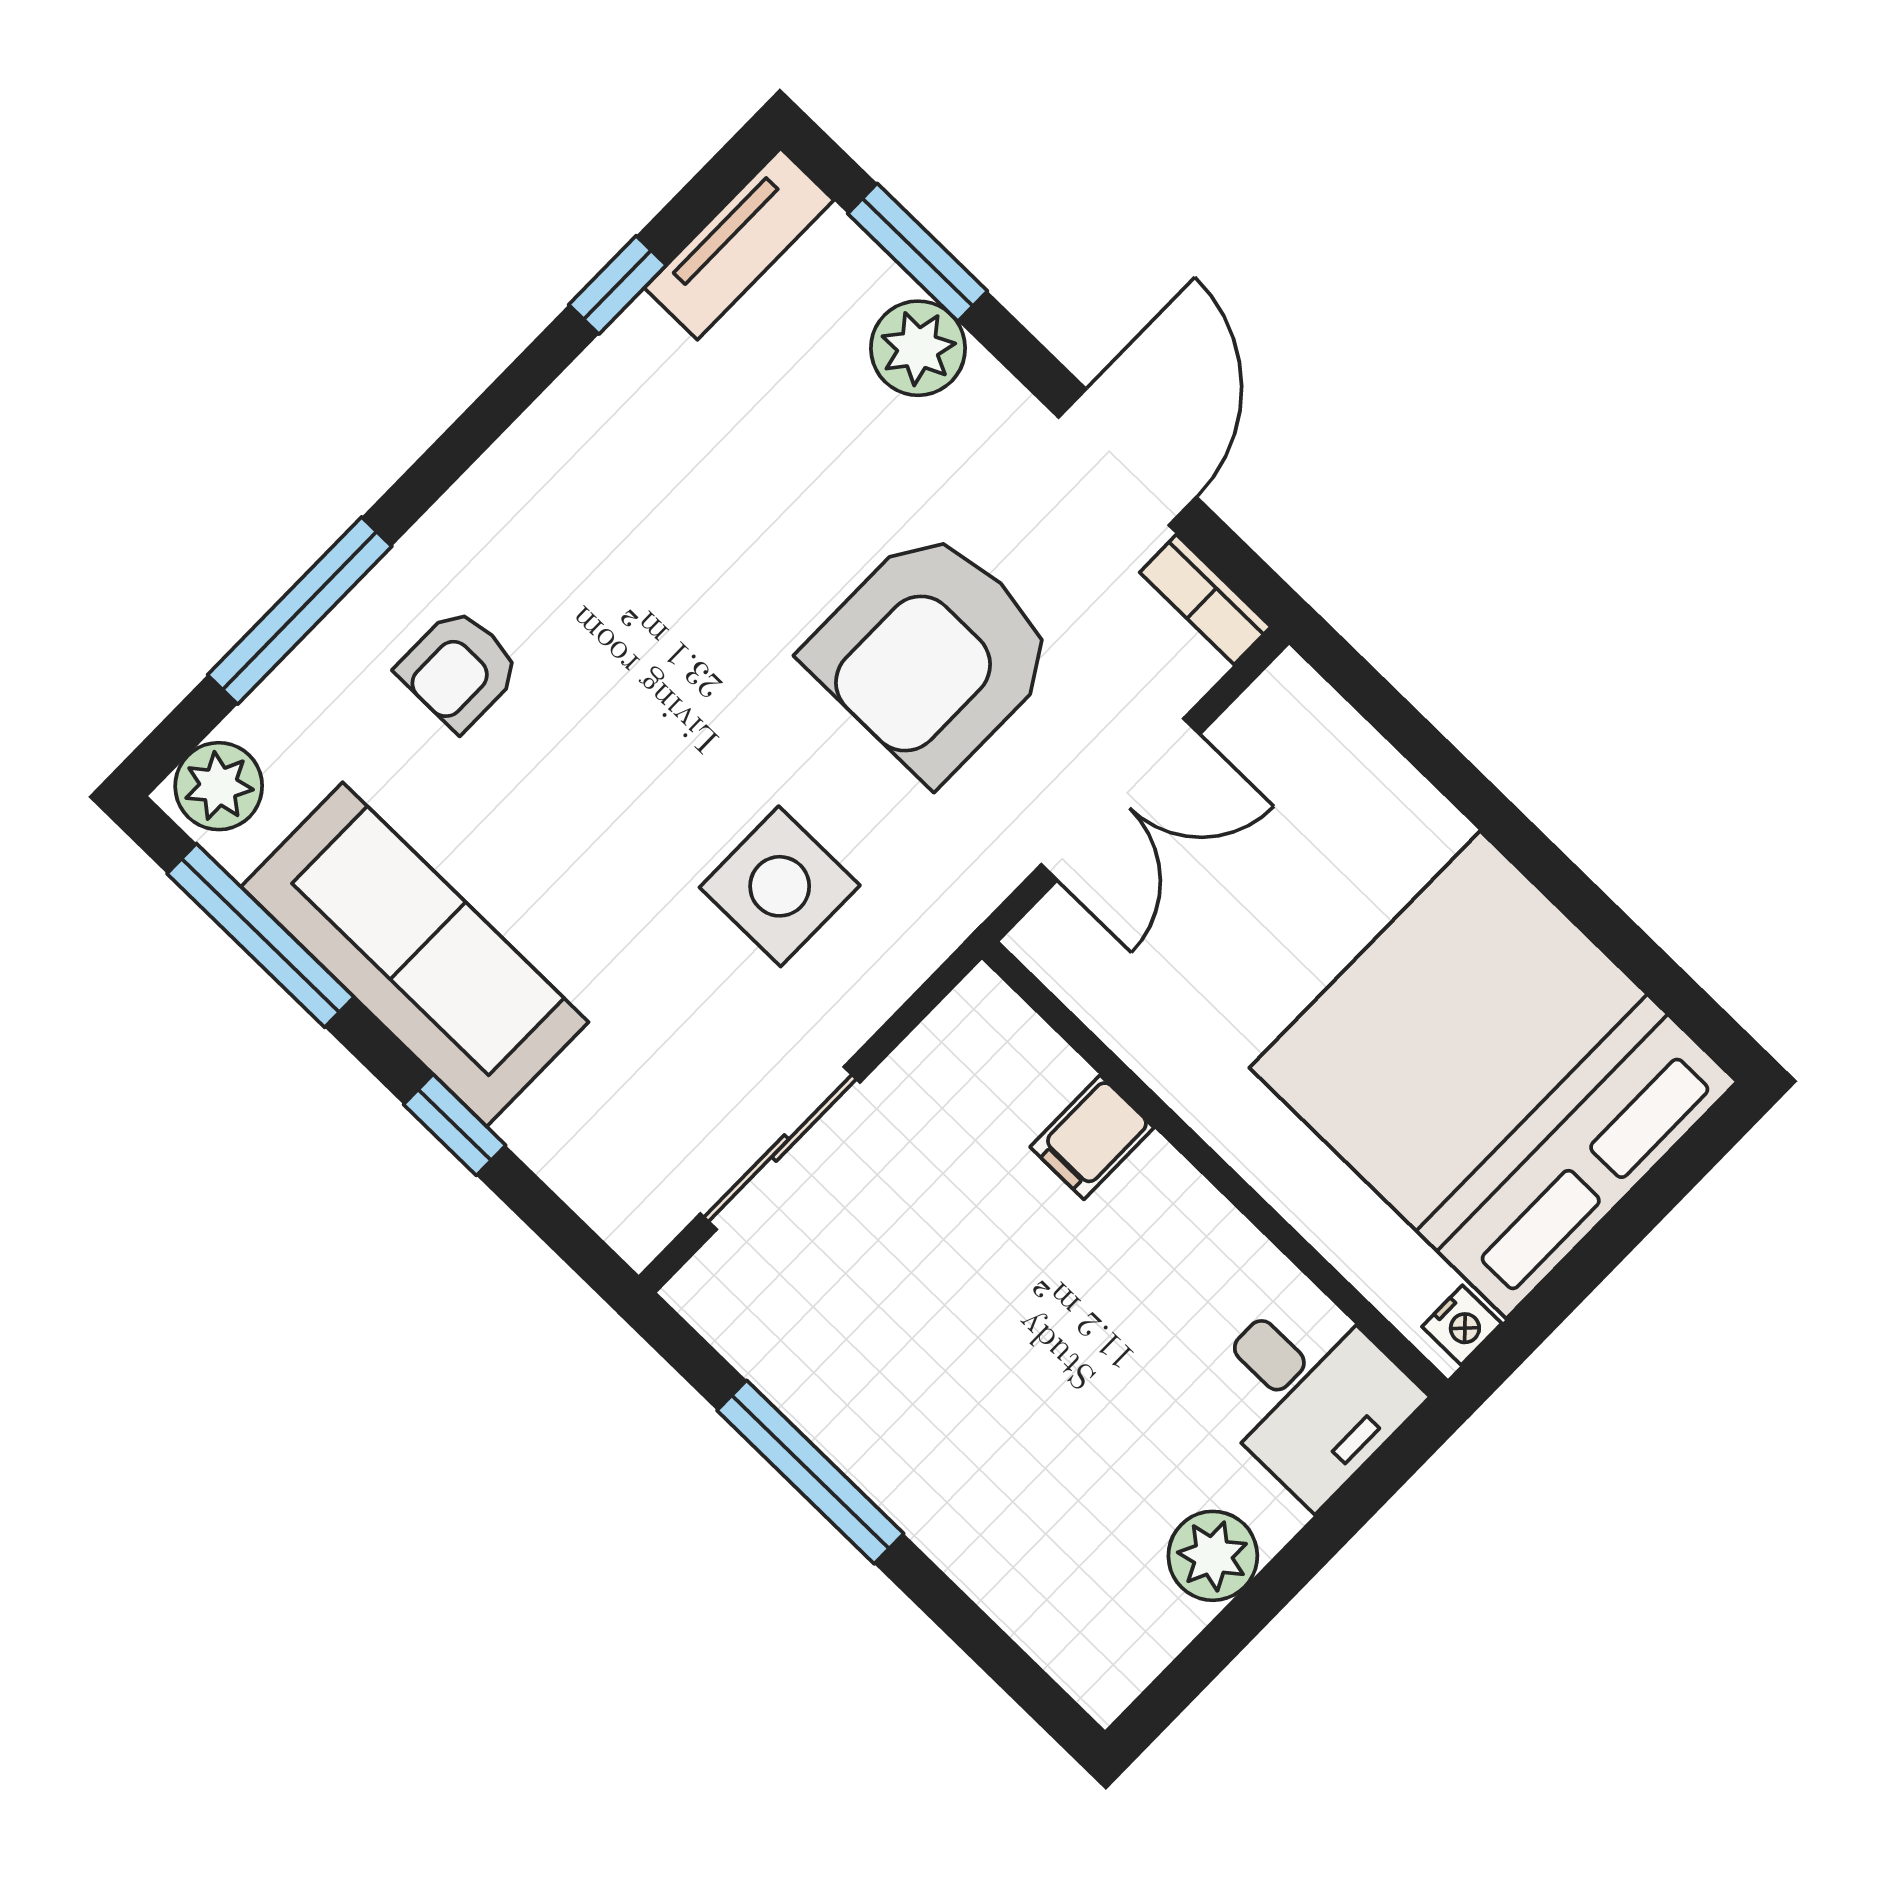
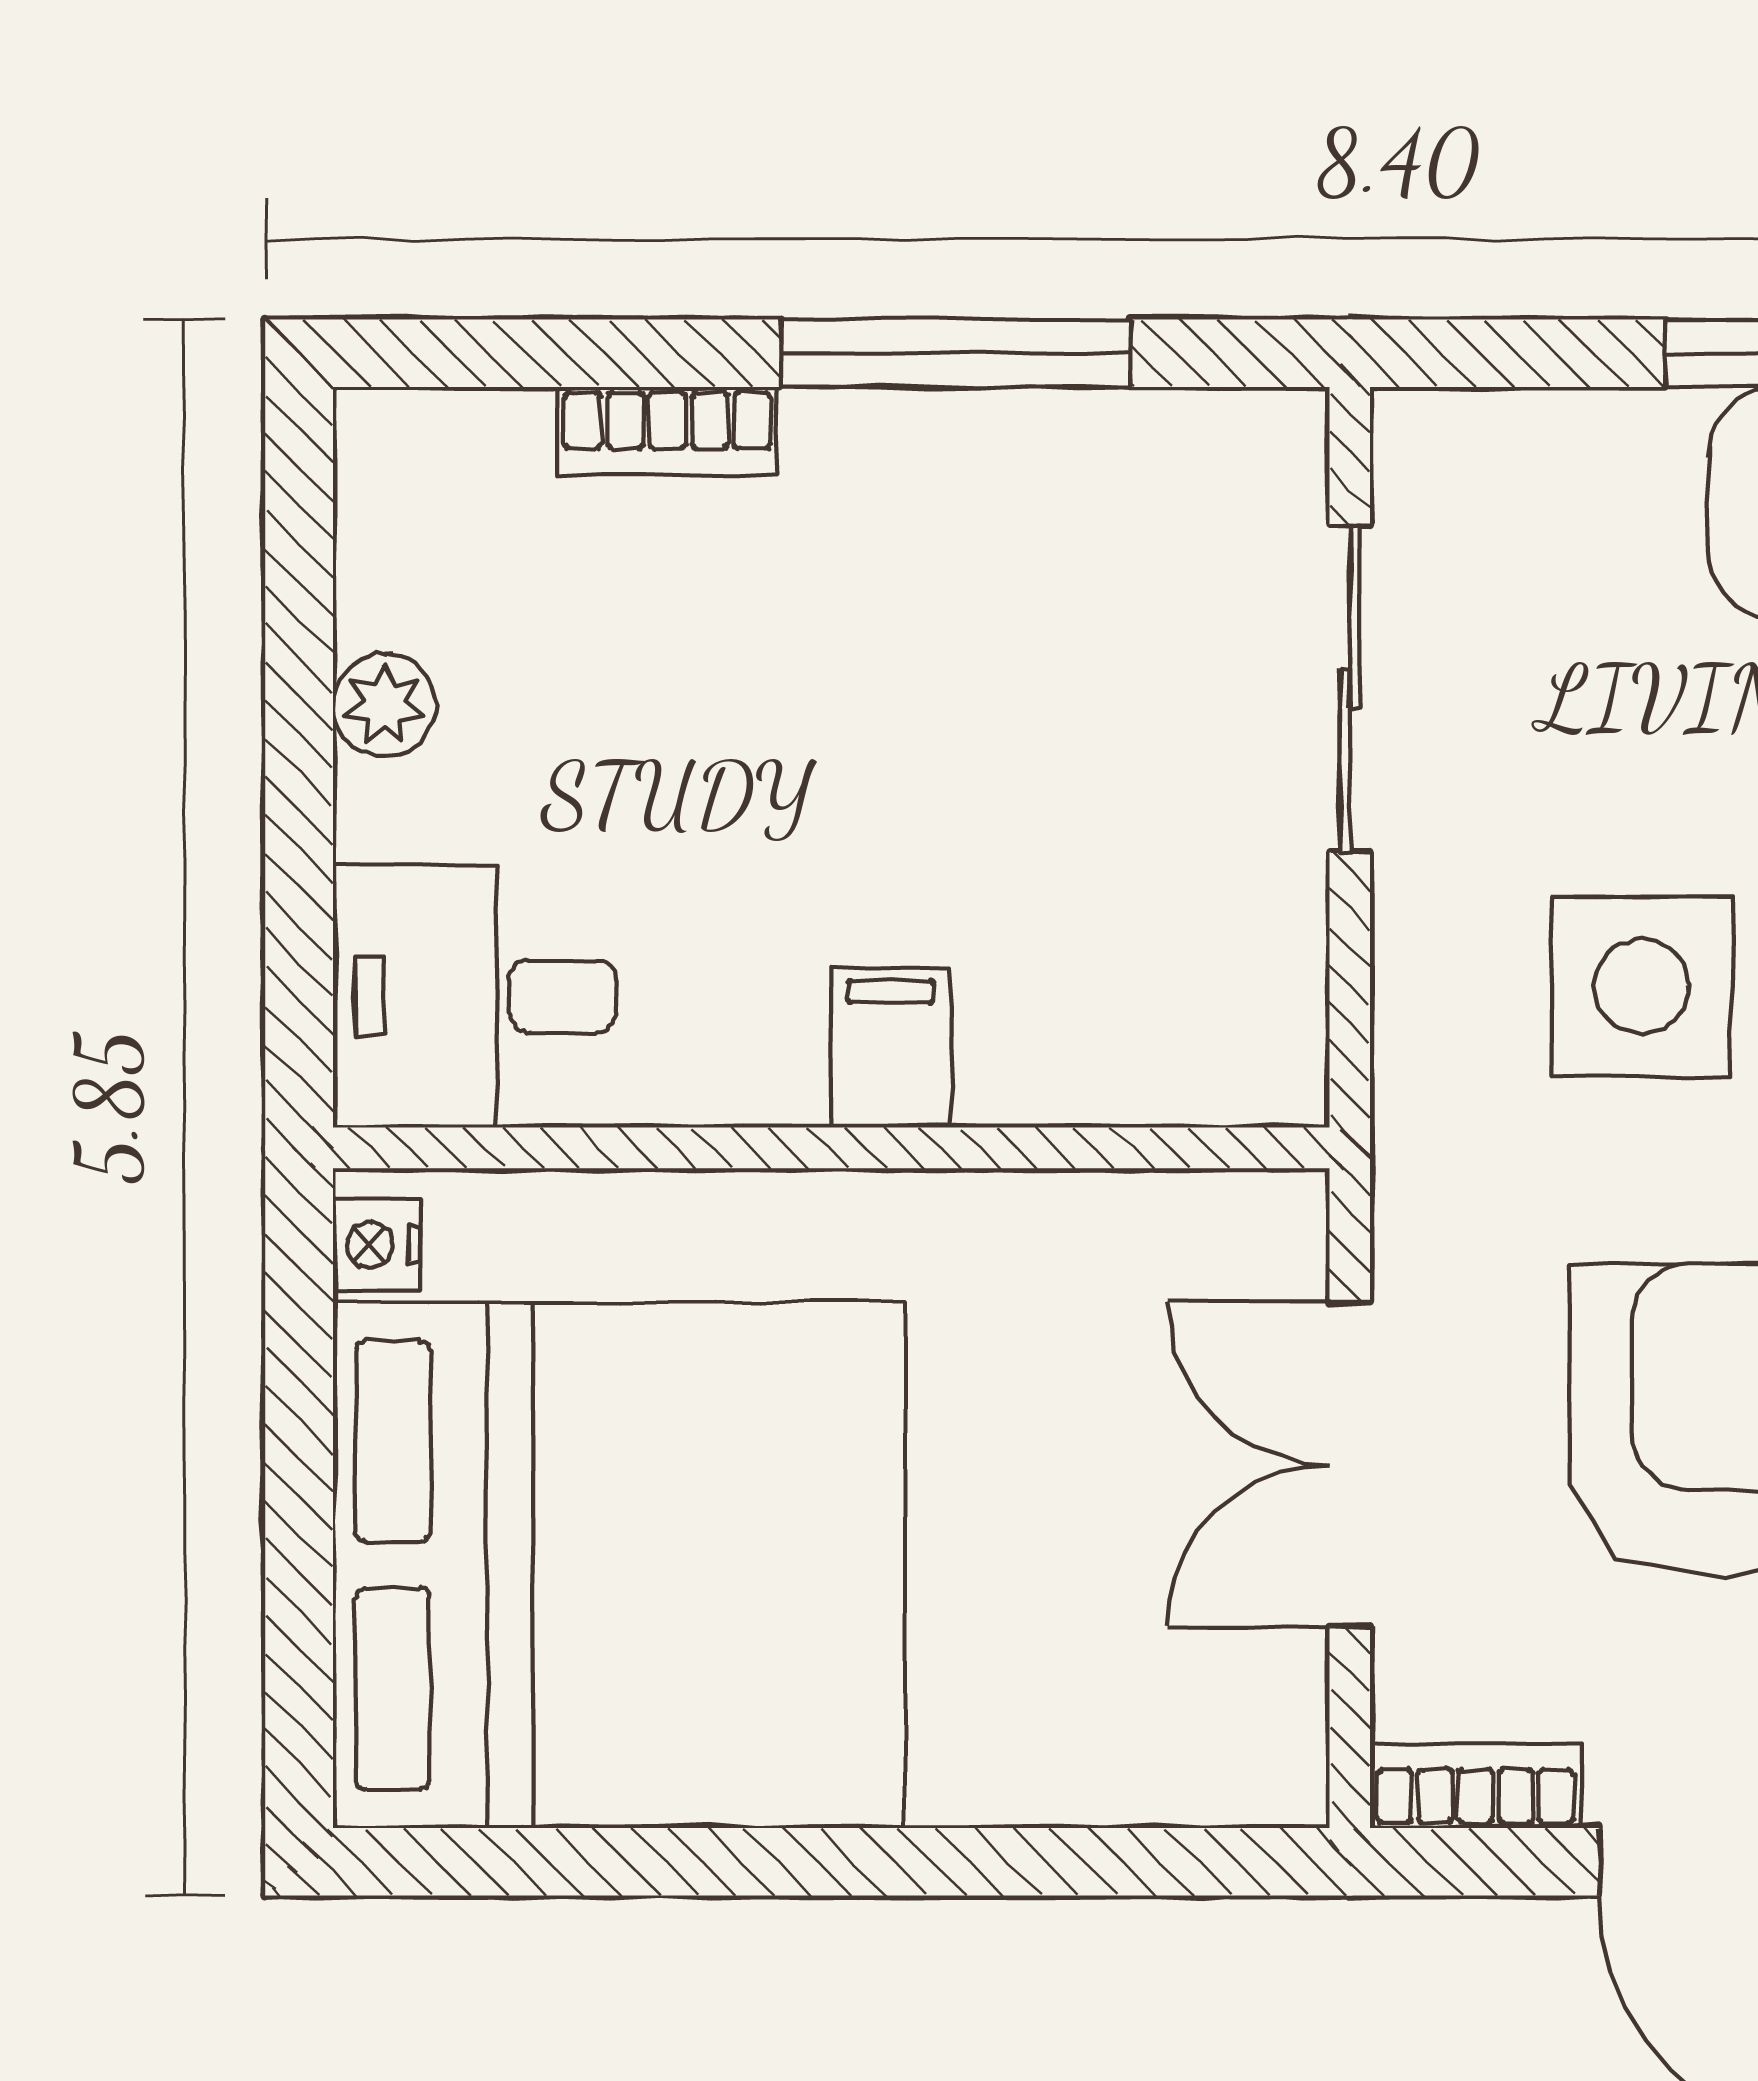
filing cabinet: (1092, 1137) -> (891, 1048), moved
plant: (1213, 1556) -> (384, 705), width x0.73, depth x0.73
bookcase: (974, 1563) -> (668, 431), added

